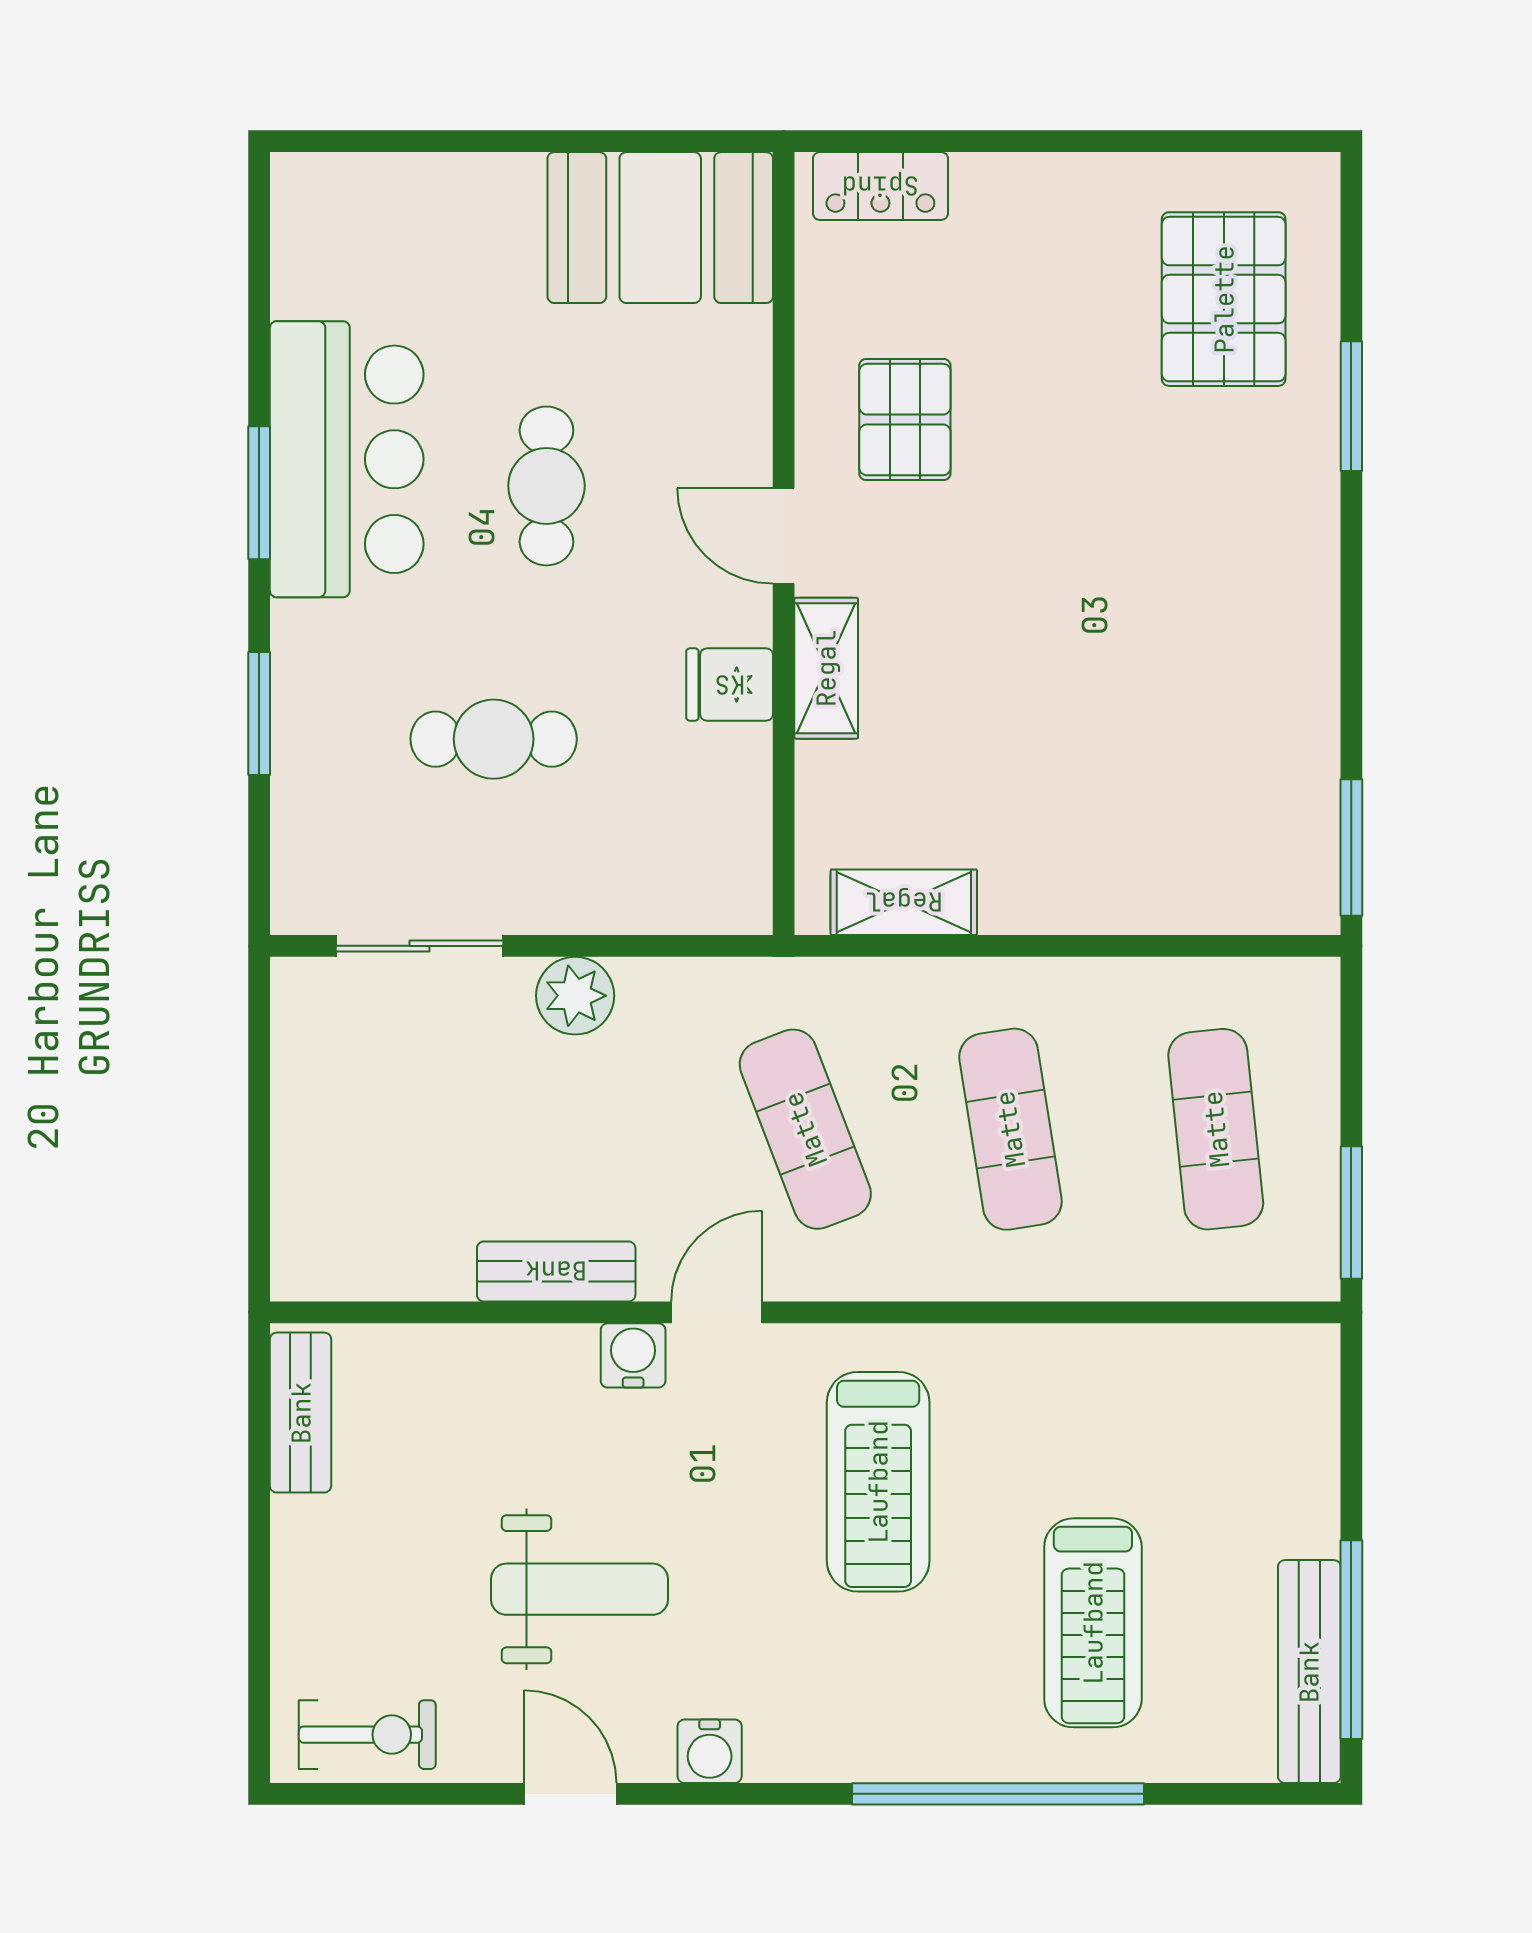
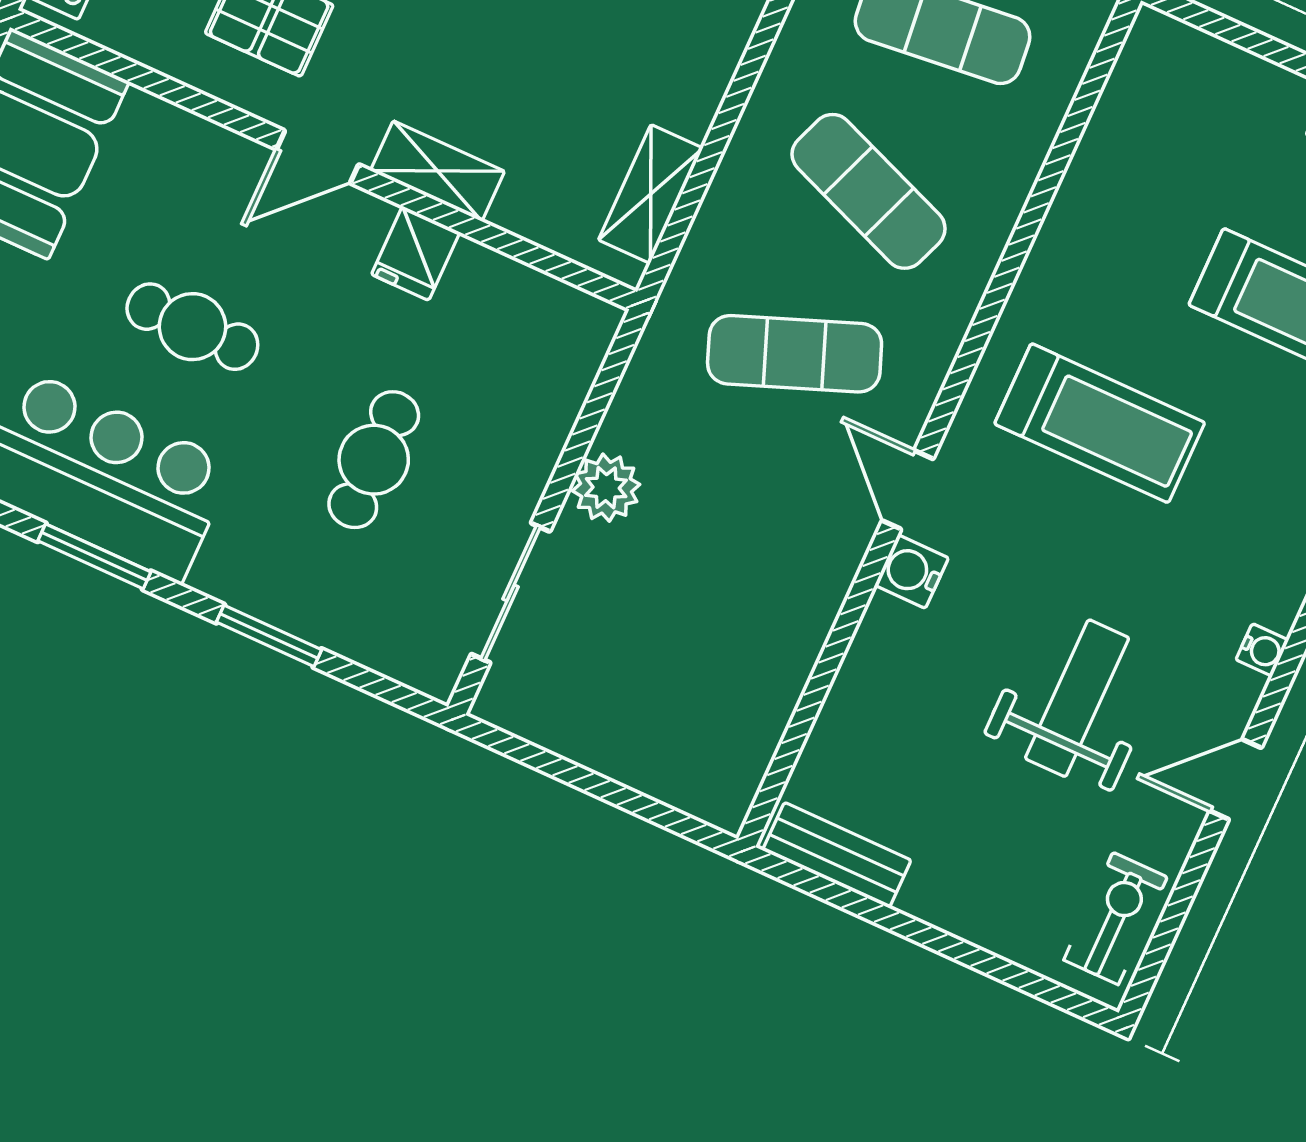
exercise mat: (1010, 1129) -> (869, 191), turned 30
bench: (556, 1271) -> (817, 602), removed
water cooler: (710, 1751) -> (1262, 650), width x0.72, depth x0.72

